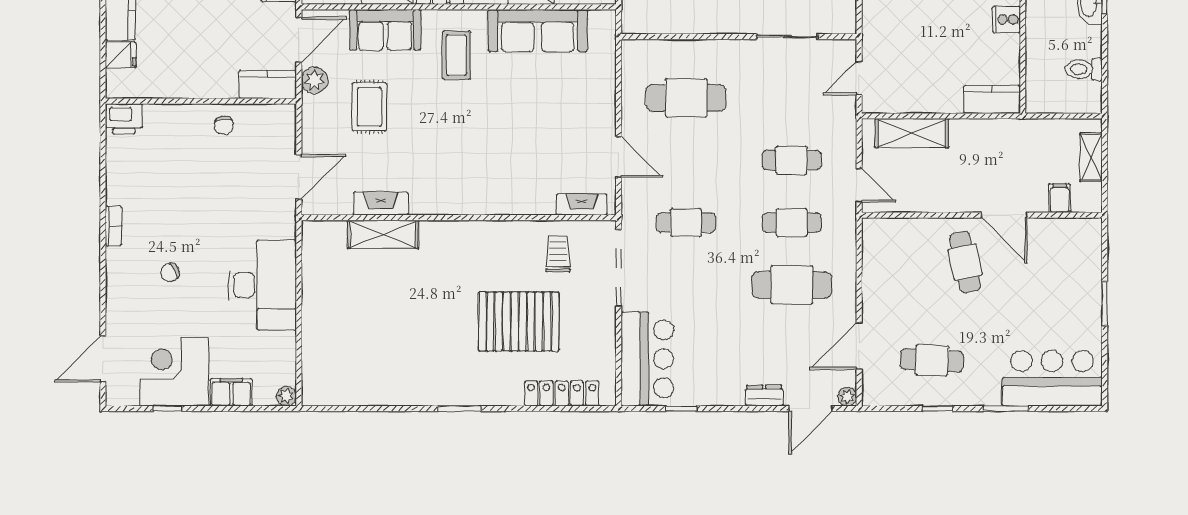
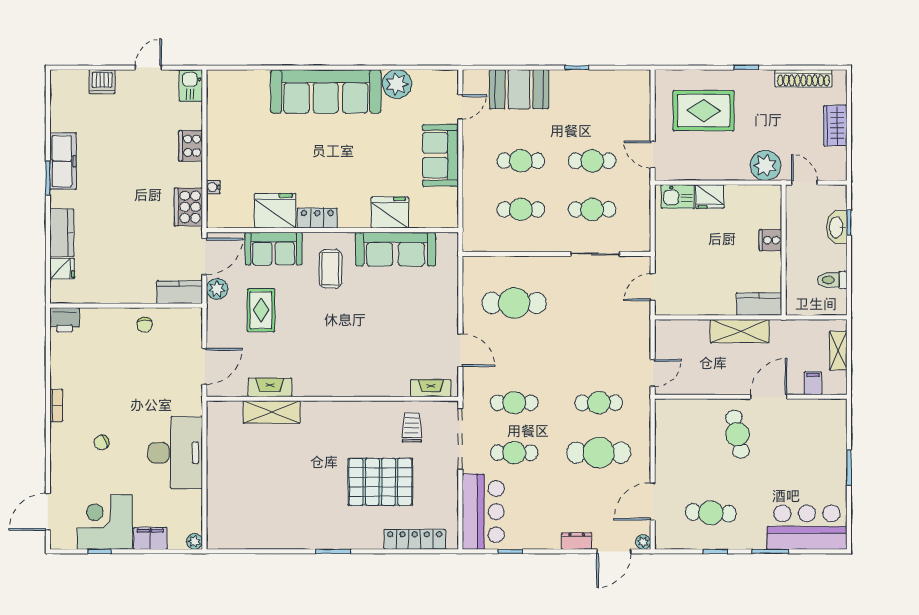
shelving: (912, 133) -> (740, 331), moved
cafe table: (792, 160) -> (514, 453), moved
door: (859, 185) -> (653, 373), hinge flipped
door: (1004, 215) -> (769, 397), swing flipped

